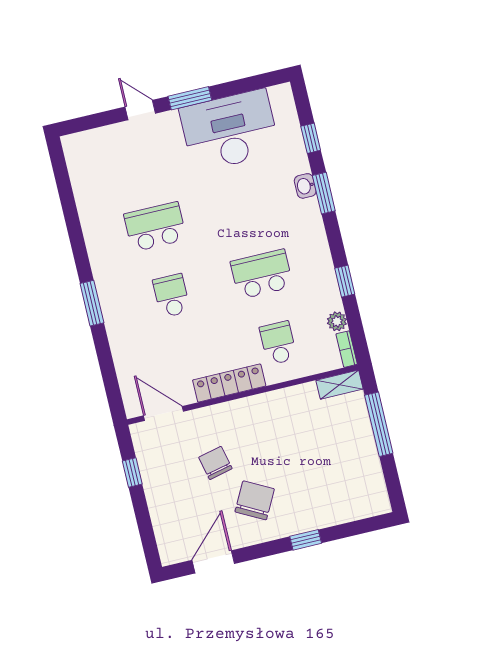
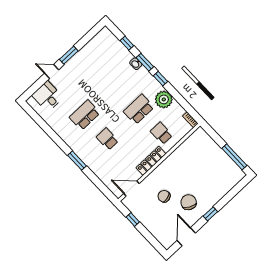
desk: (230, 131) -> (48, 96), moved, width x0.53, depth x0.77
window: (345, 281) -> (160, 79), moved
plant: (337, 321) -> (164, 99), moved, width x1.88, depth x1.88
shelving: (340, 385) -> (196, 136), removed
window: (379, 424) -> (234, 157), moved
window: (306, 540) -> (210, 214), moved

